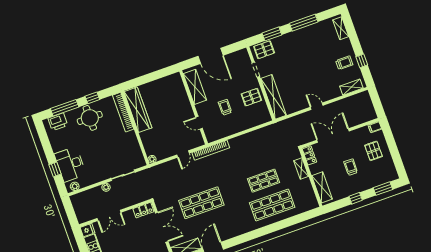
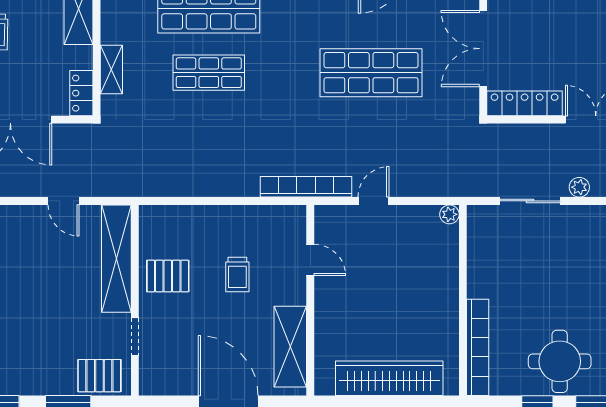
door: (317, 106) -> (64, 201), moved
wardrobe: (138, 110) -> (389, 378), moved, turned 90
locker: (143, 210) -> (525, 103), width x1.53

